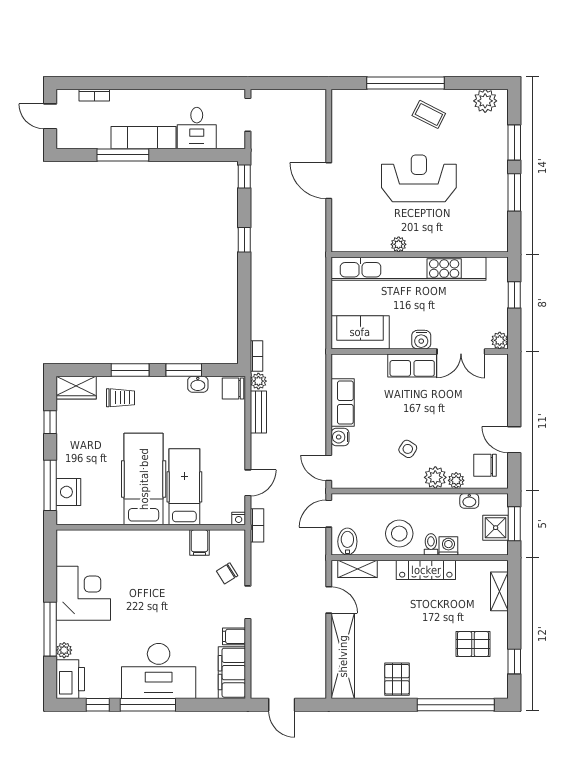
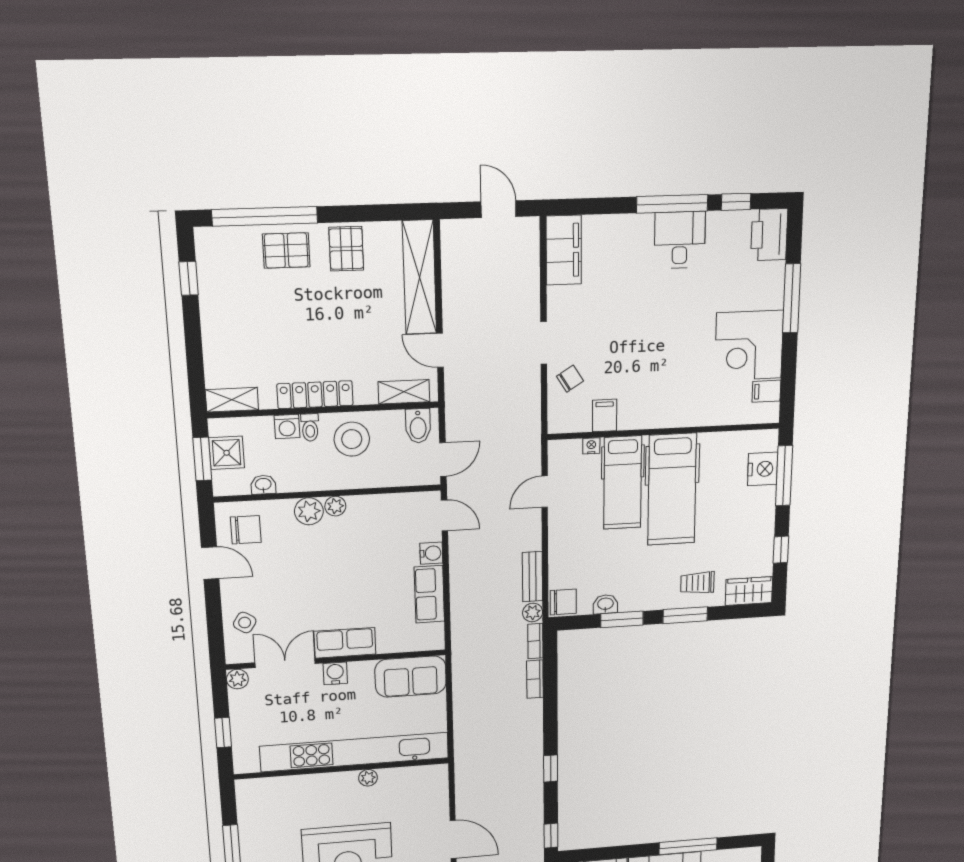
side table: (408, 449) -> (245, 623), moved
plant: (456, 480) -> (335, 506), moved
nightstand: (239, 518) -> (591, 446), moved
bookcase: (257, 525) -> (535, 679), moved
shelving: (499, 591) -> (232, 400), moved, turned 90
filing cabinet: (234, 636) -> (766, 391), moved, turned 180
pallet: (473, 644) -> (286, 250), moved
plant: (64, 650) -> (776, 272), removed
desk: (159, 671) -> (680, 240), width x0.53, depth x0.77

